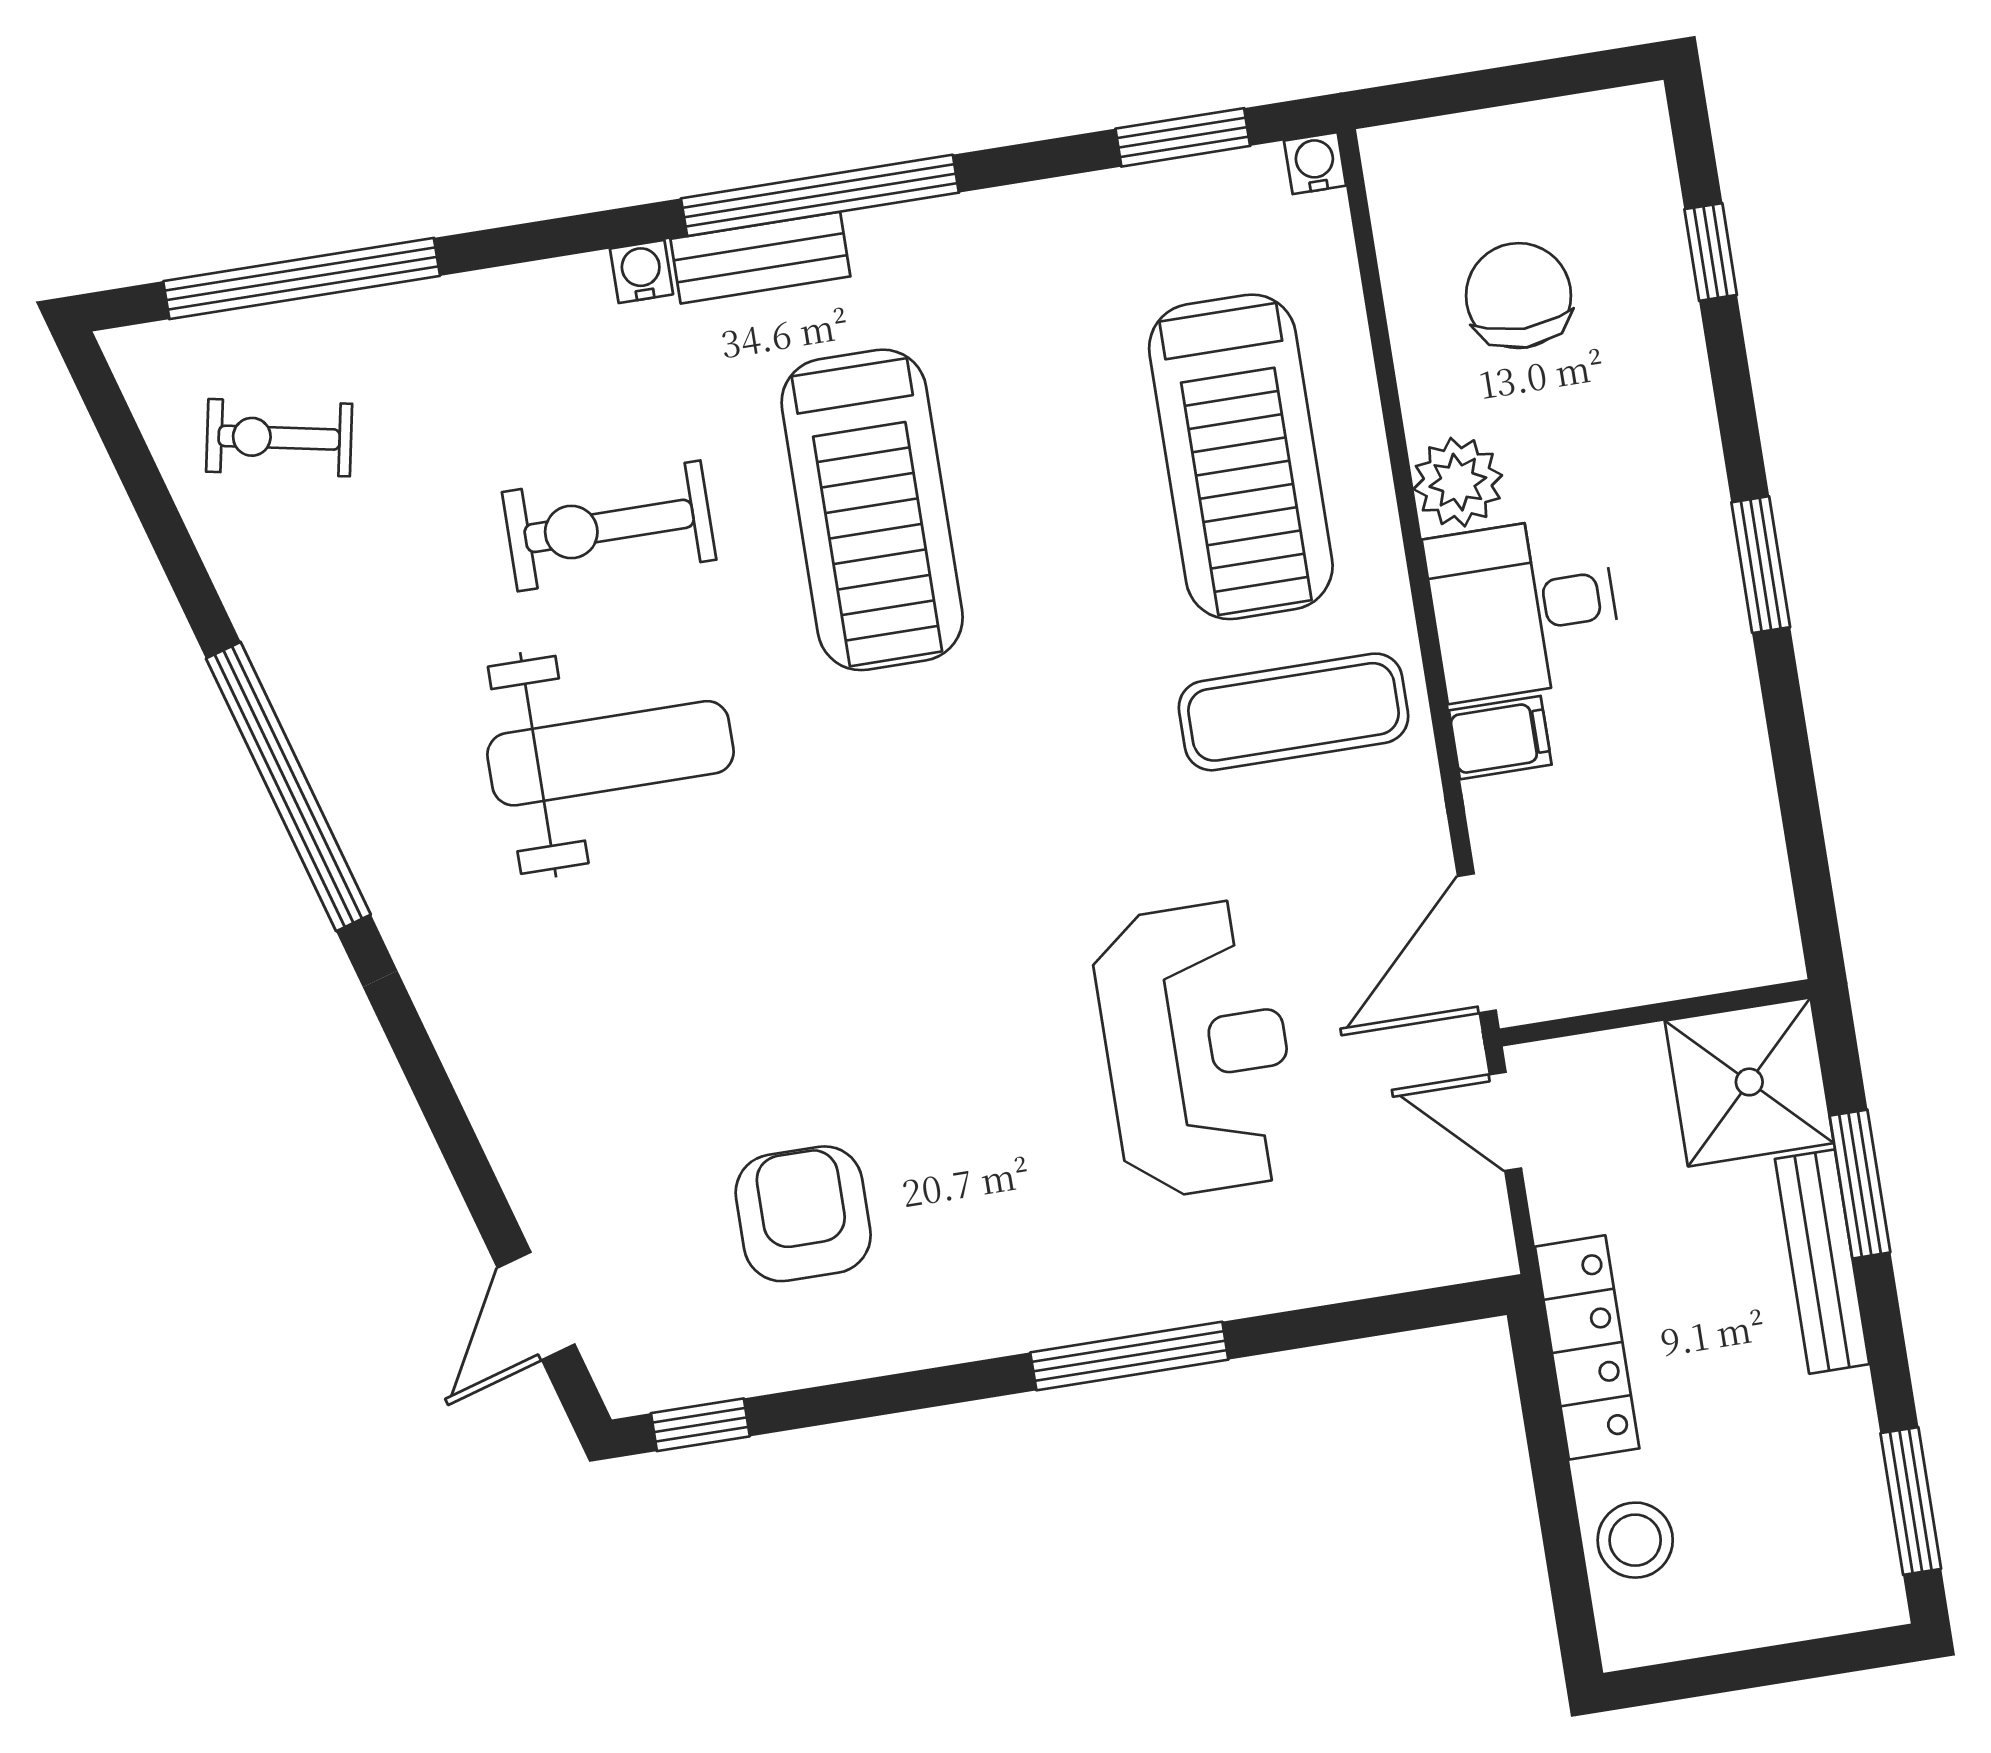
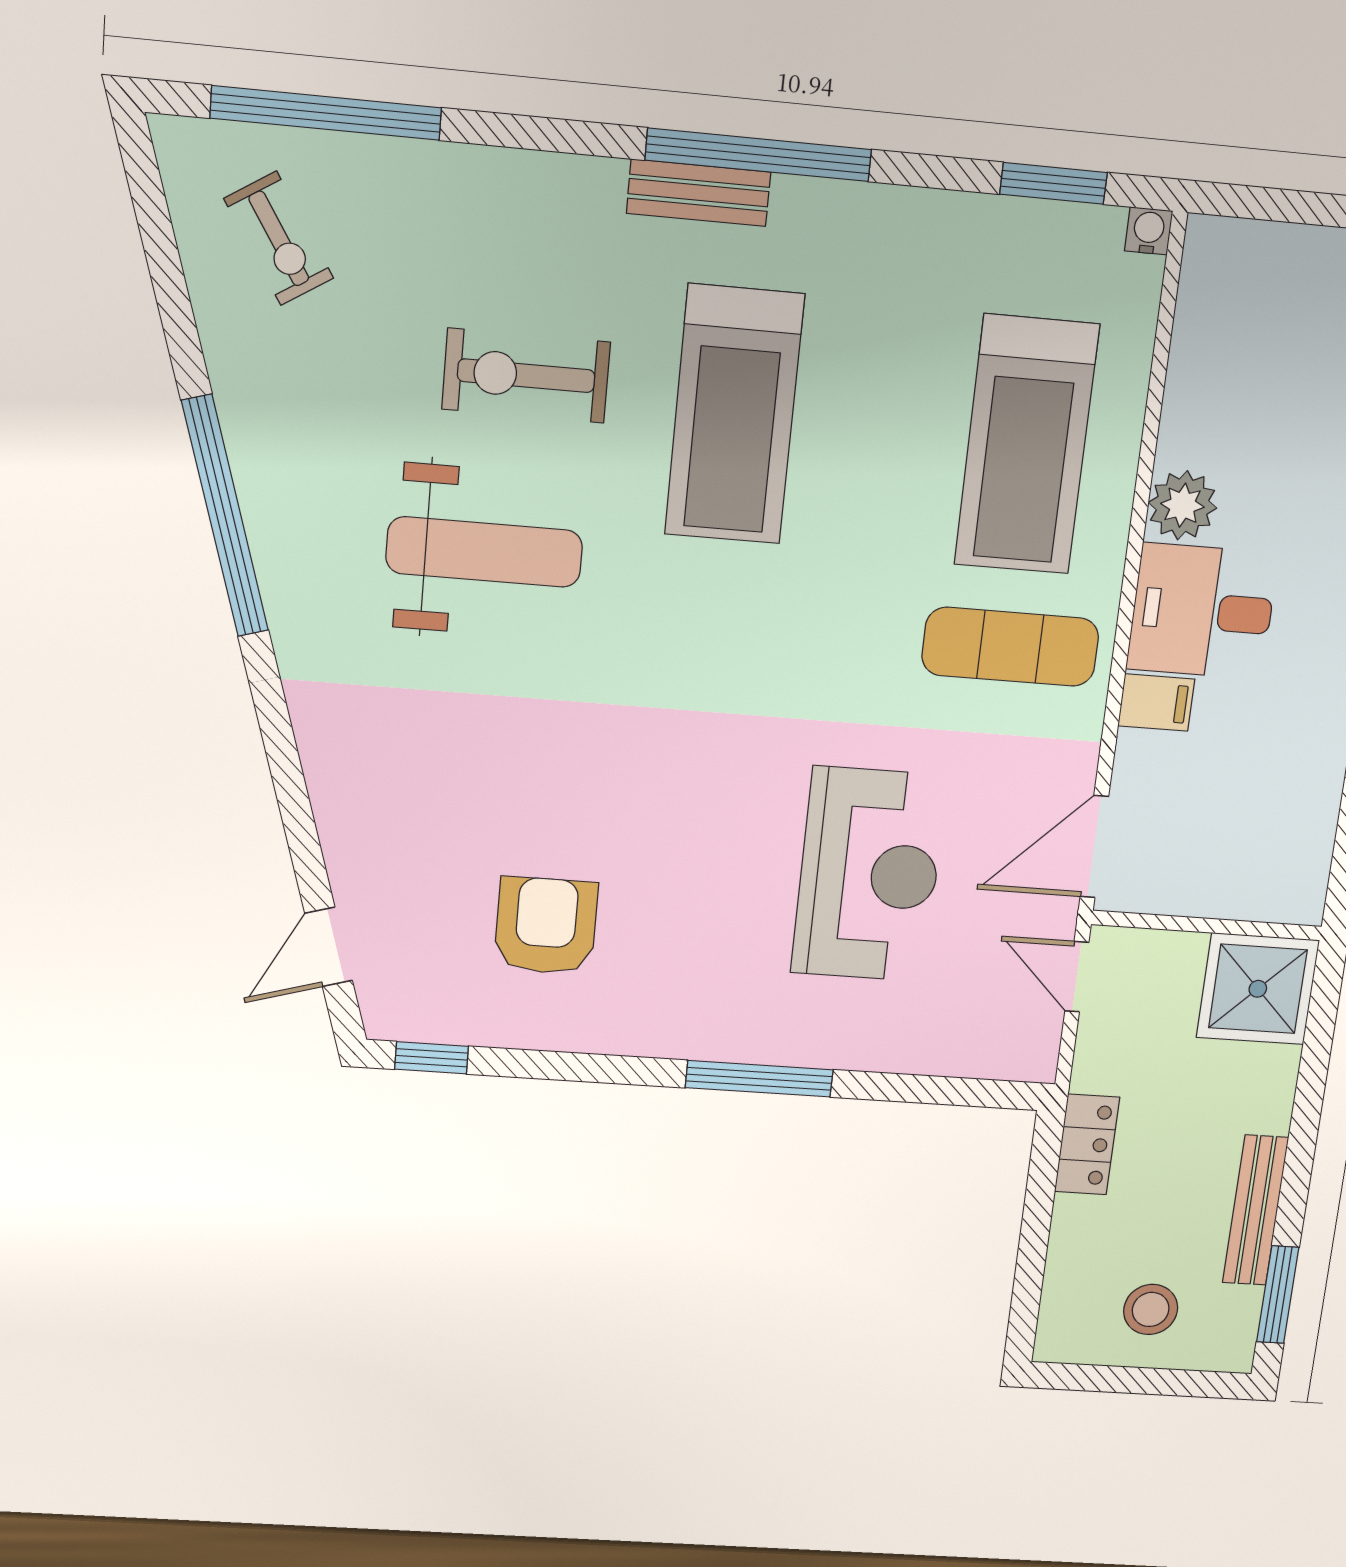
water cooler: (641, 271) -> (601, 179), removed
chair: (1519, 296) -> (1271, 375), removed
exercise bike: (279, 438) -> (279, 238), turned -133
window: (1860, 1184) -> (1312, 1076), removed
bench: (1822, 1262) -> (1255, 1210), moved
locker: (1587, 1347) -> (1087, 1144), width x0.66
stool: (1635, 1540) -> (1151, 1309), moved

